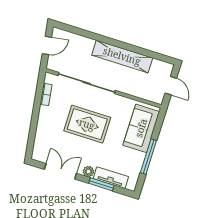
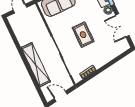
shelving: (122, 56) -> (36, 65), moved
rug: (87, 124) -> (83, 35), width x0.73, depth x0.70

